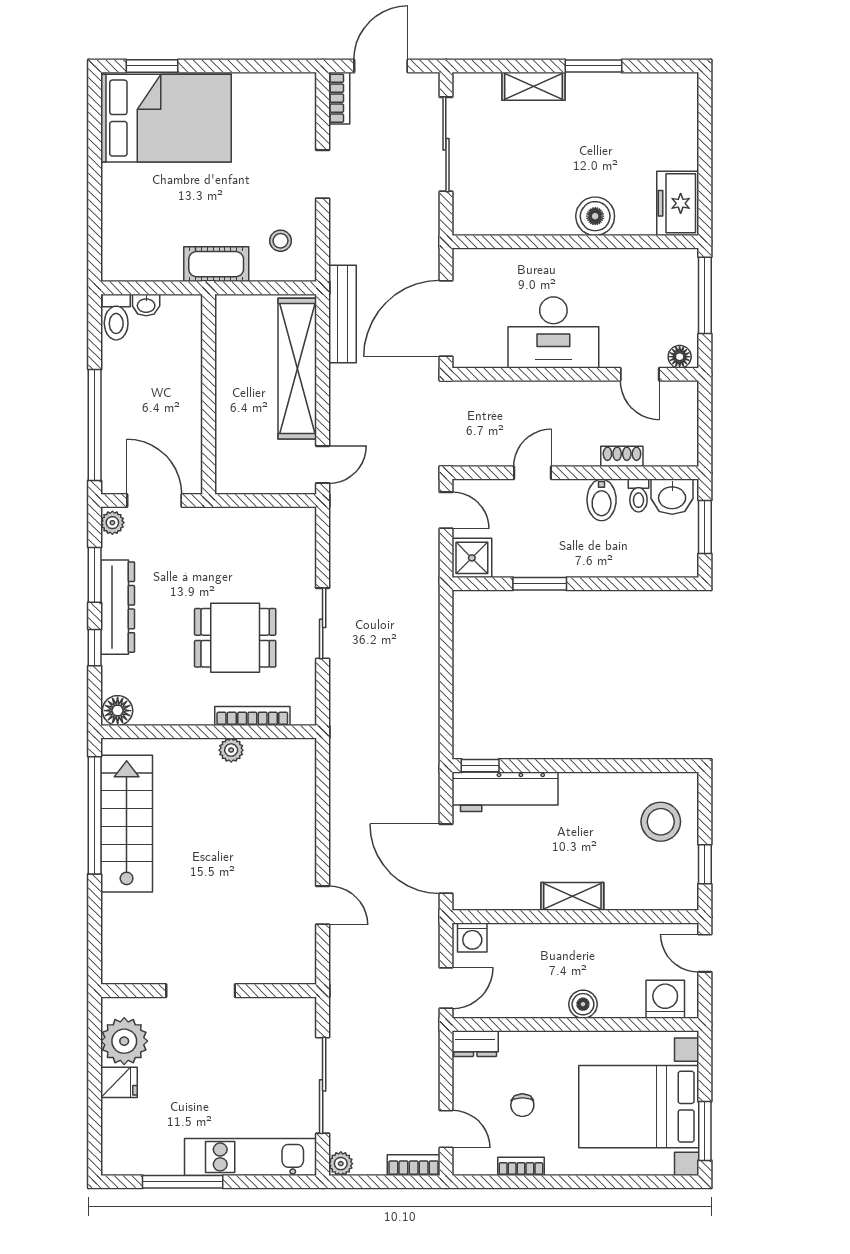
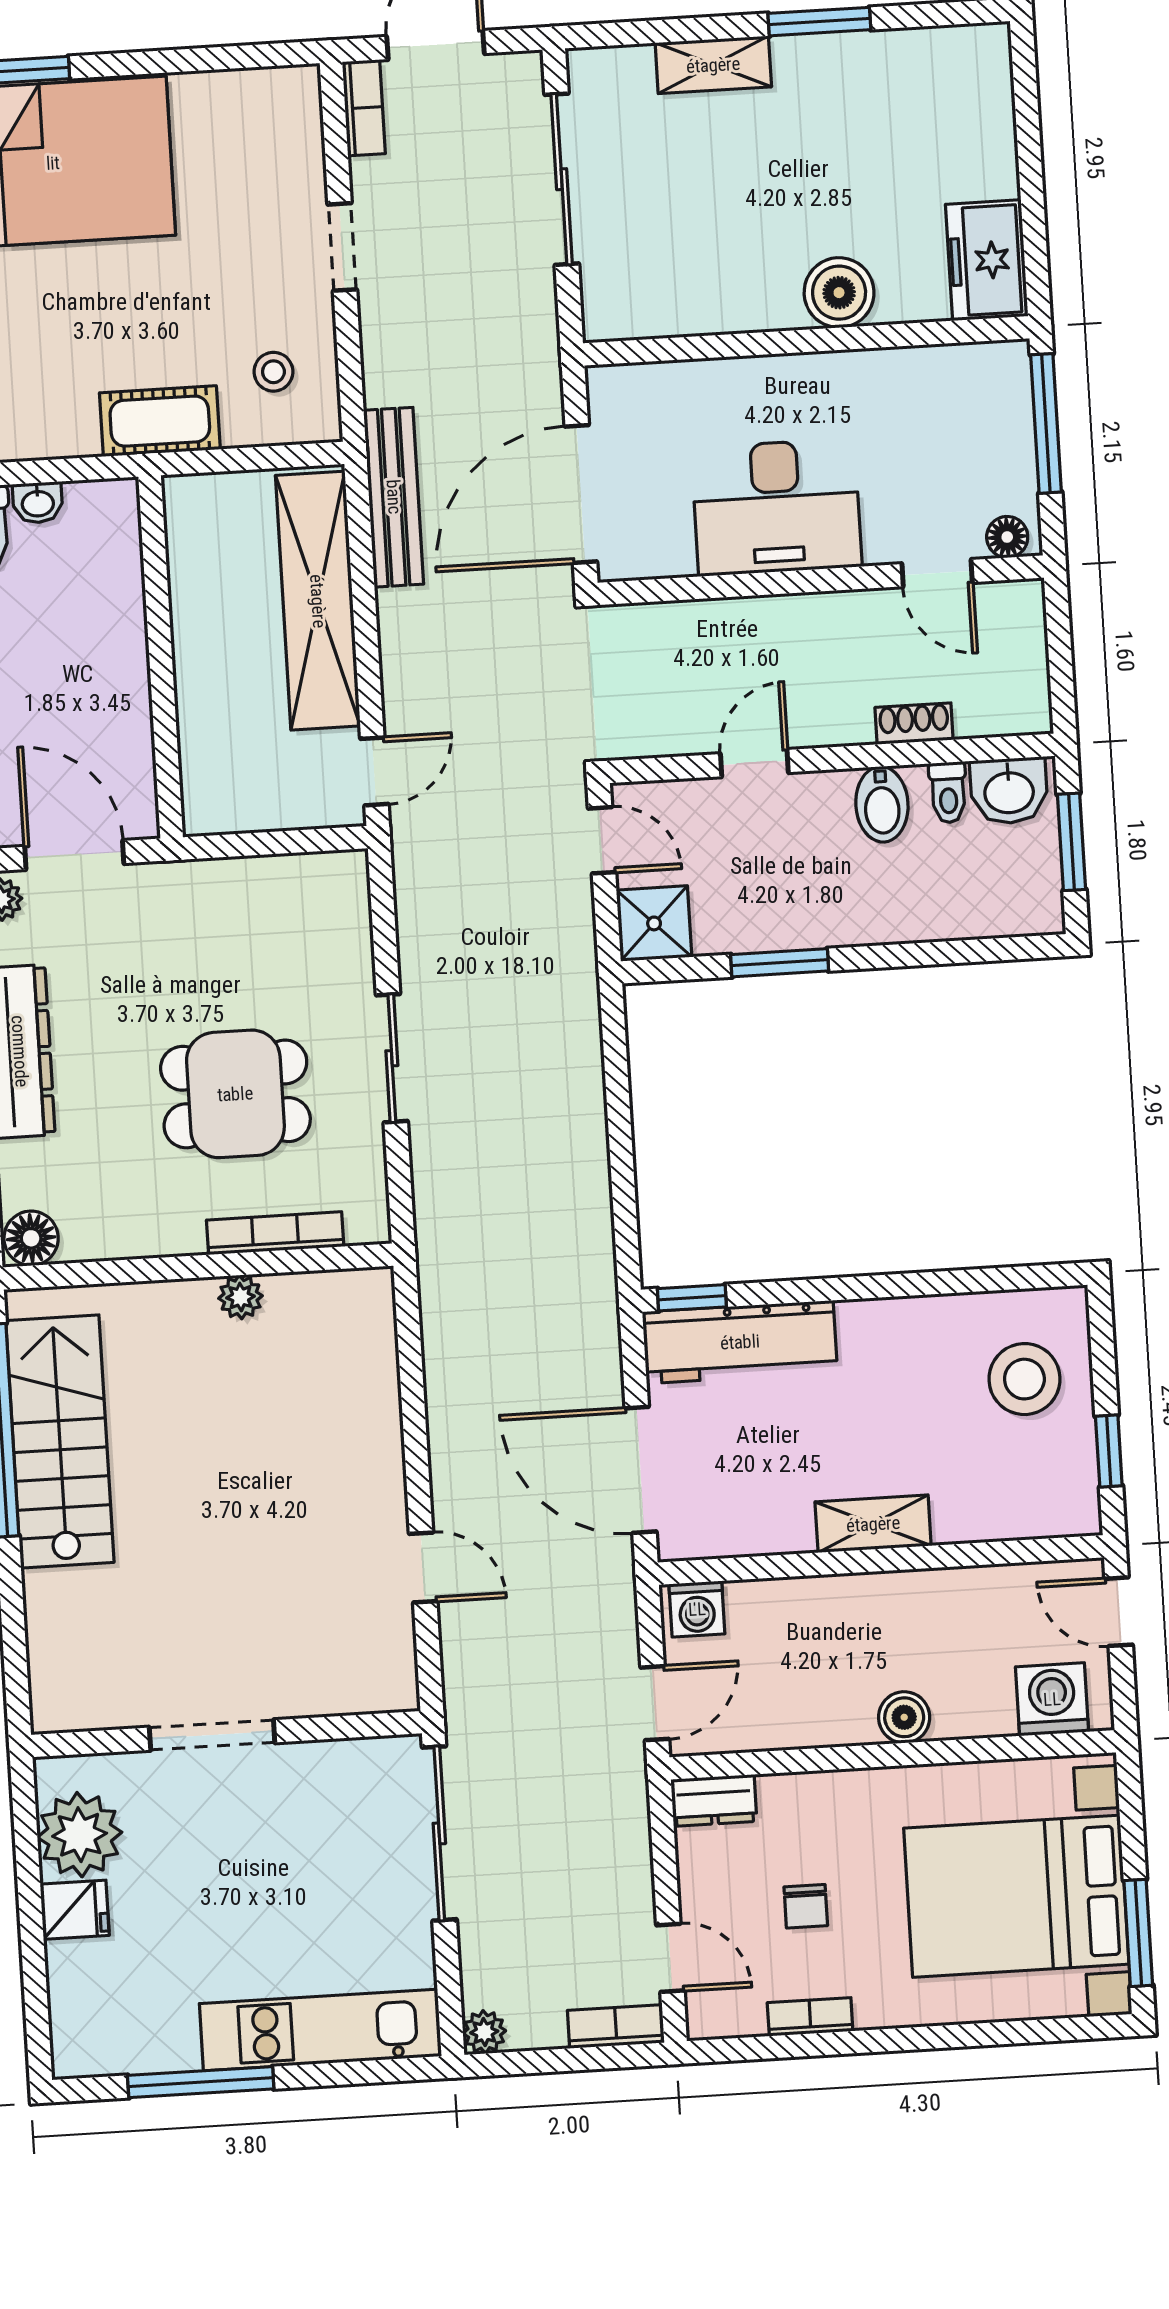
sliding door: (323, 1085) -> (439, 1833), moved

